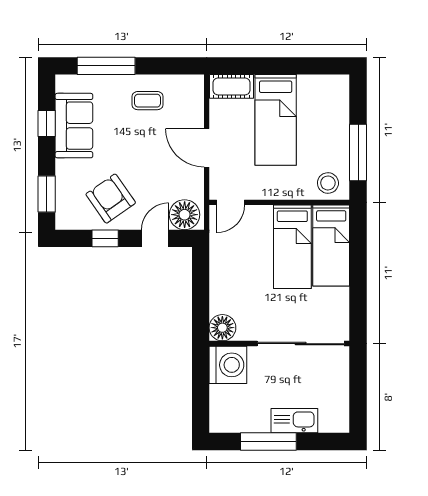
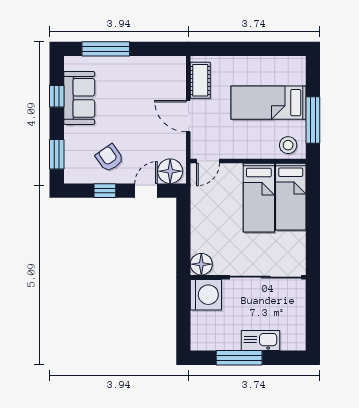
cot: (231, 86) -> (200, 80), moved, turned 90
coffee table: (148, 101) -> (140, 77), removed
bed: (276, 120) -> (268, 103), moved, turned 90
armchair: (111, 199) -> (109, 158), width x0.72, depth x0.72

